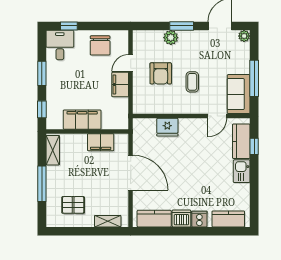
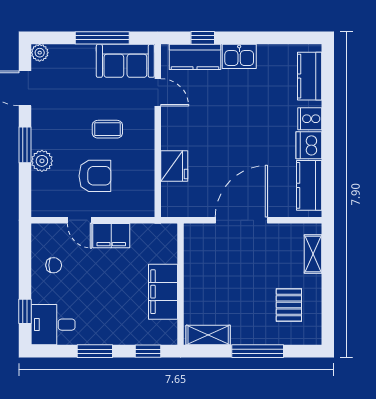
chair: (100, 45) -> (54, 265), width x0.54, depth x0.54
filing cabinet: (101, 142) -> (196, 264), removed

